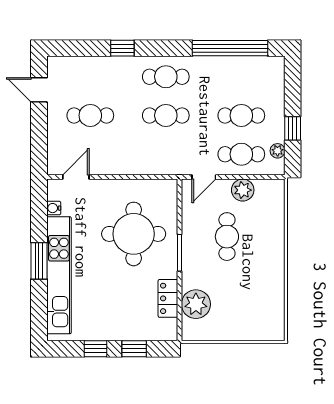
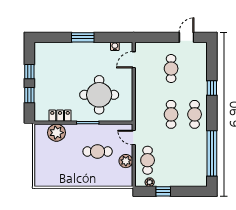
cafe table: (241, 115) -> (171, 160), removed
door: (76, 177) -> (134, 60), swing flipped
kitchen unit: (59, 275) -> (74, 49), removed

